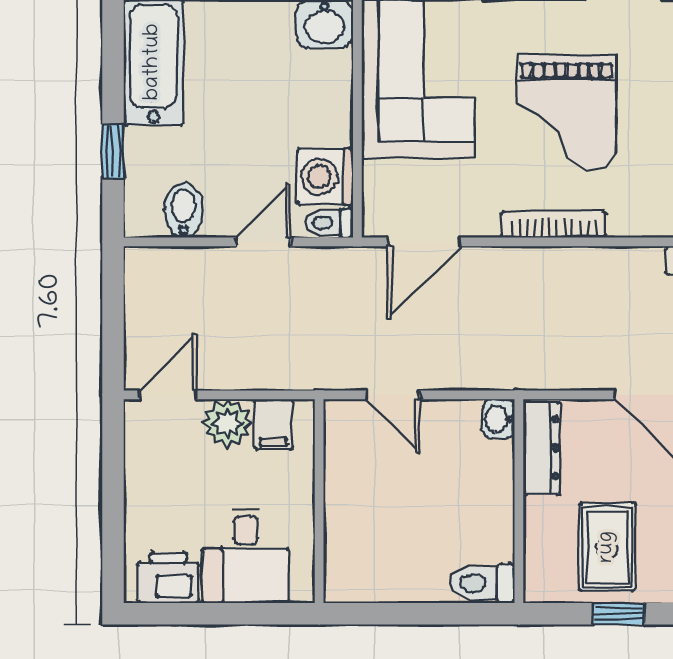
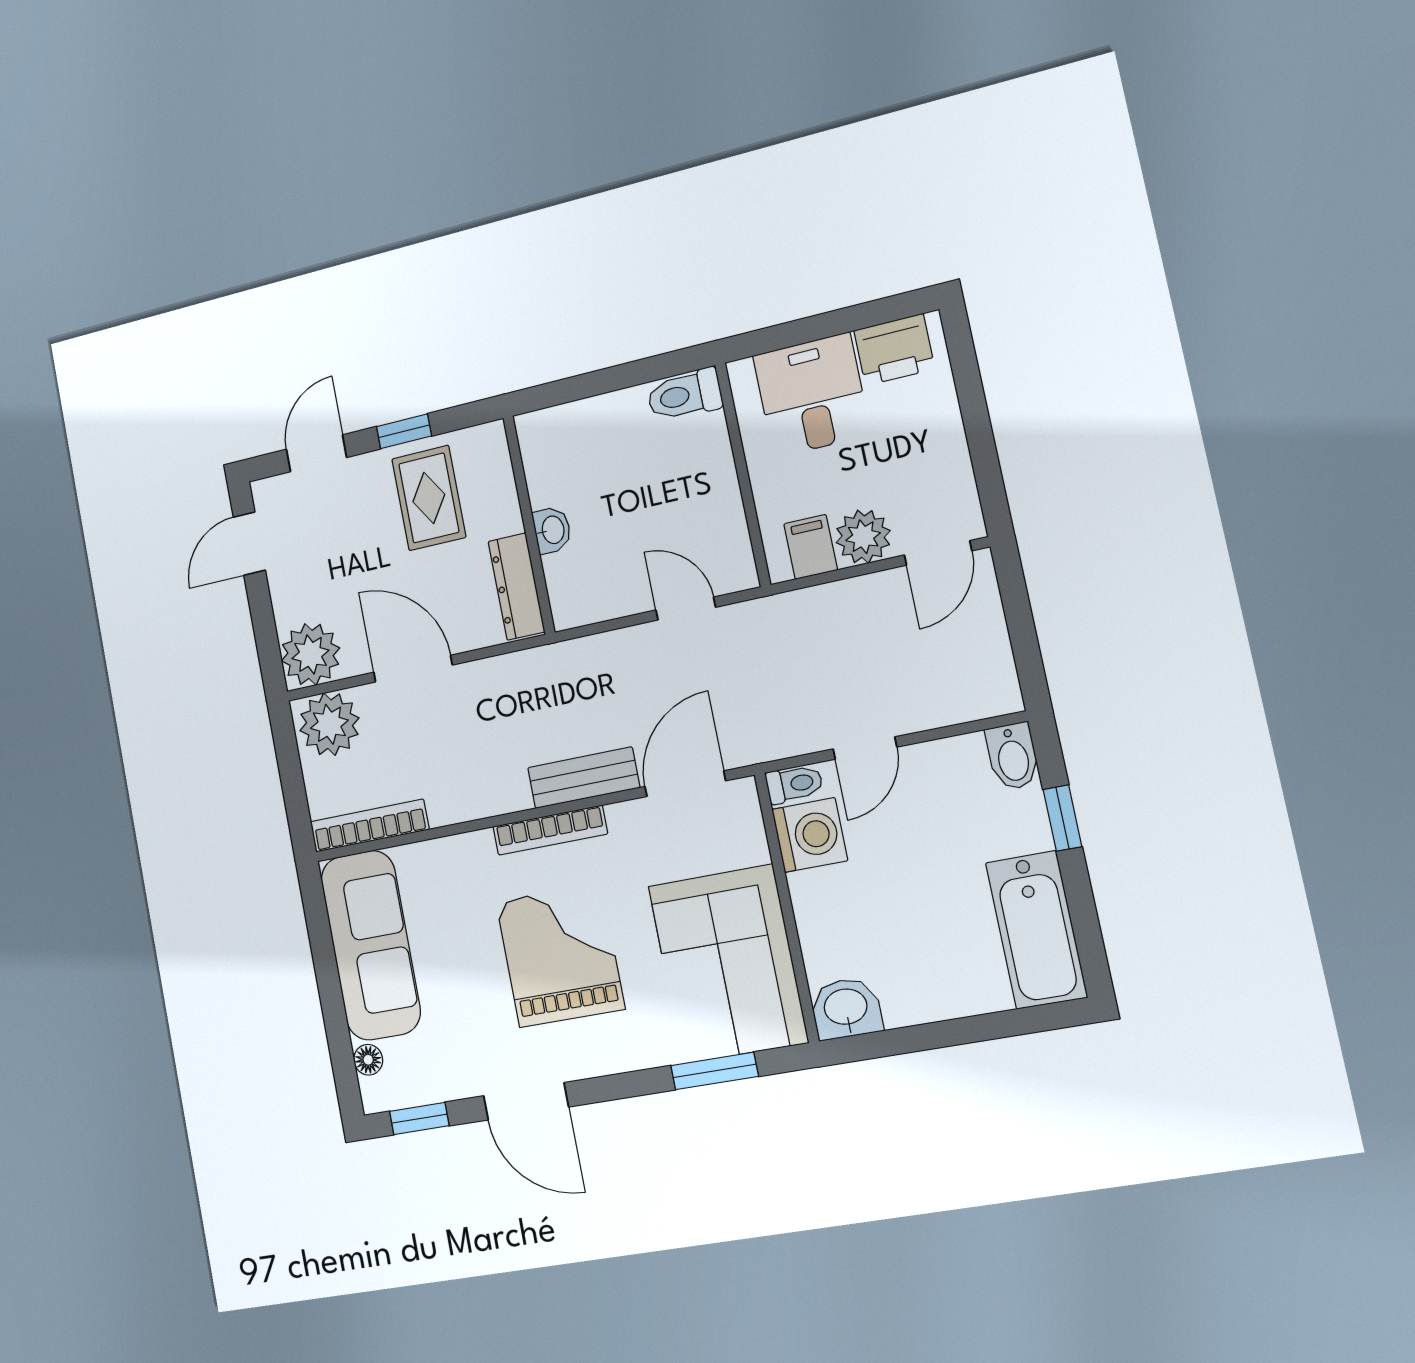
bidet: (184, 210) -> (1013, 756), moved
bench: (514, 265) -> (584, 778), added
washbasin: (499, 419) -> (552, 530), moved
toilet: (482, 583) -> (685, 395), moved, turned 180

